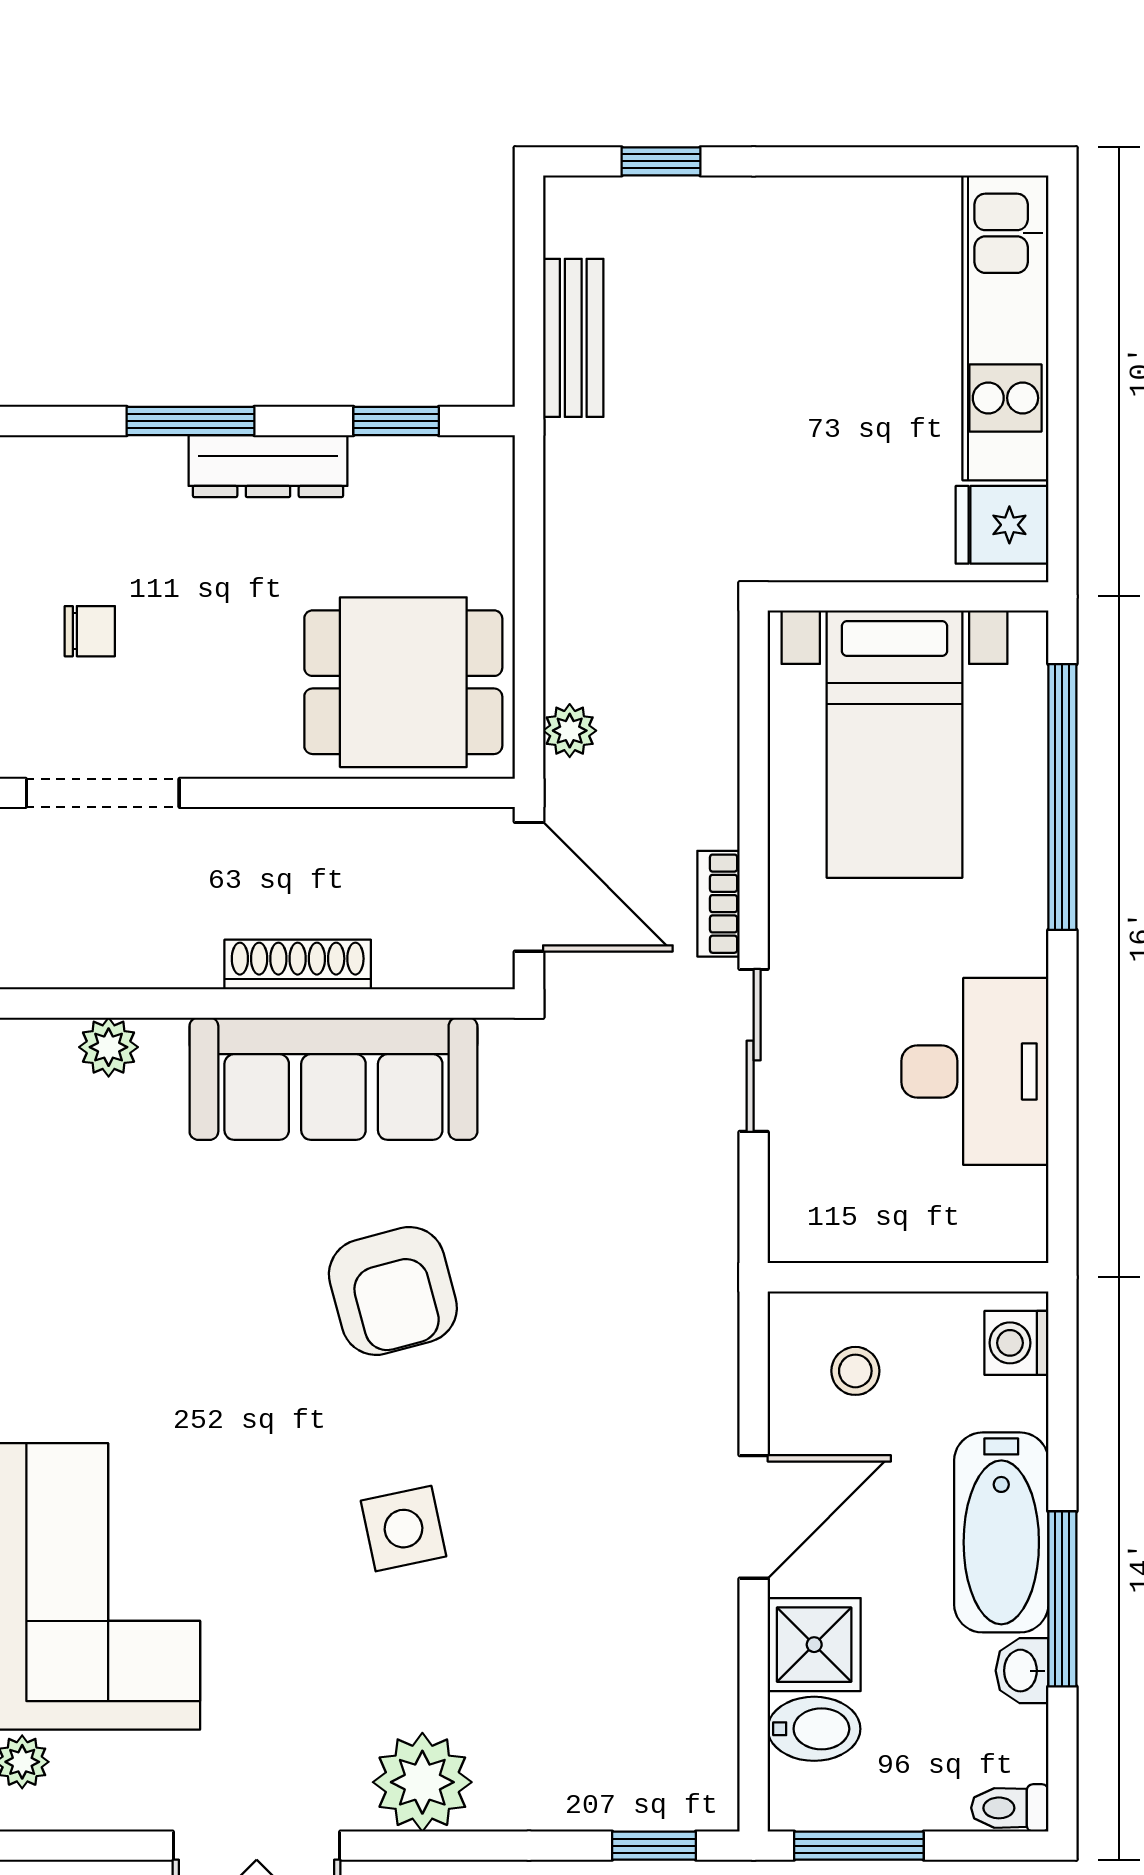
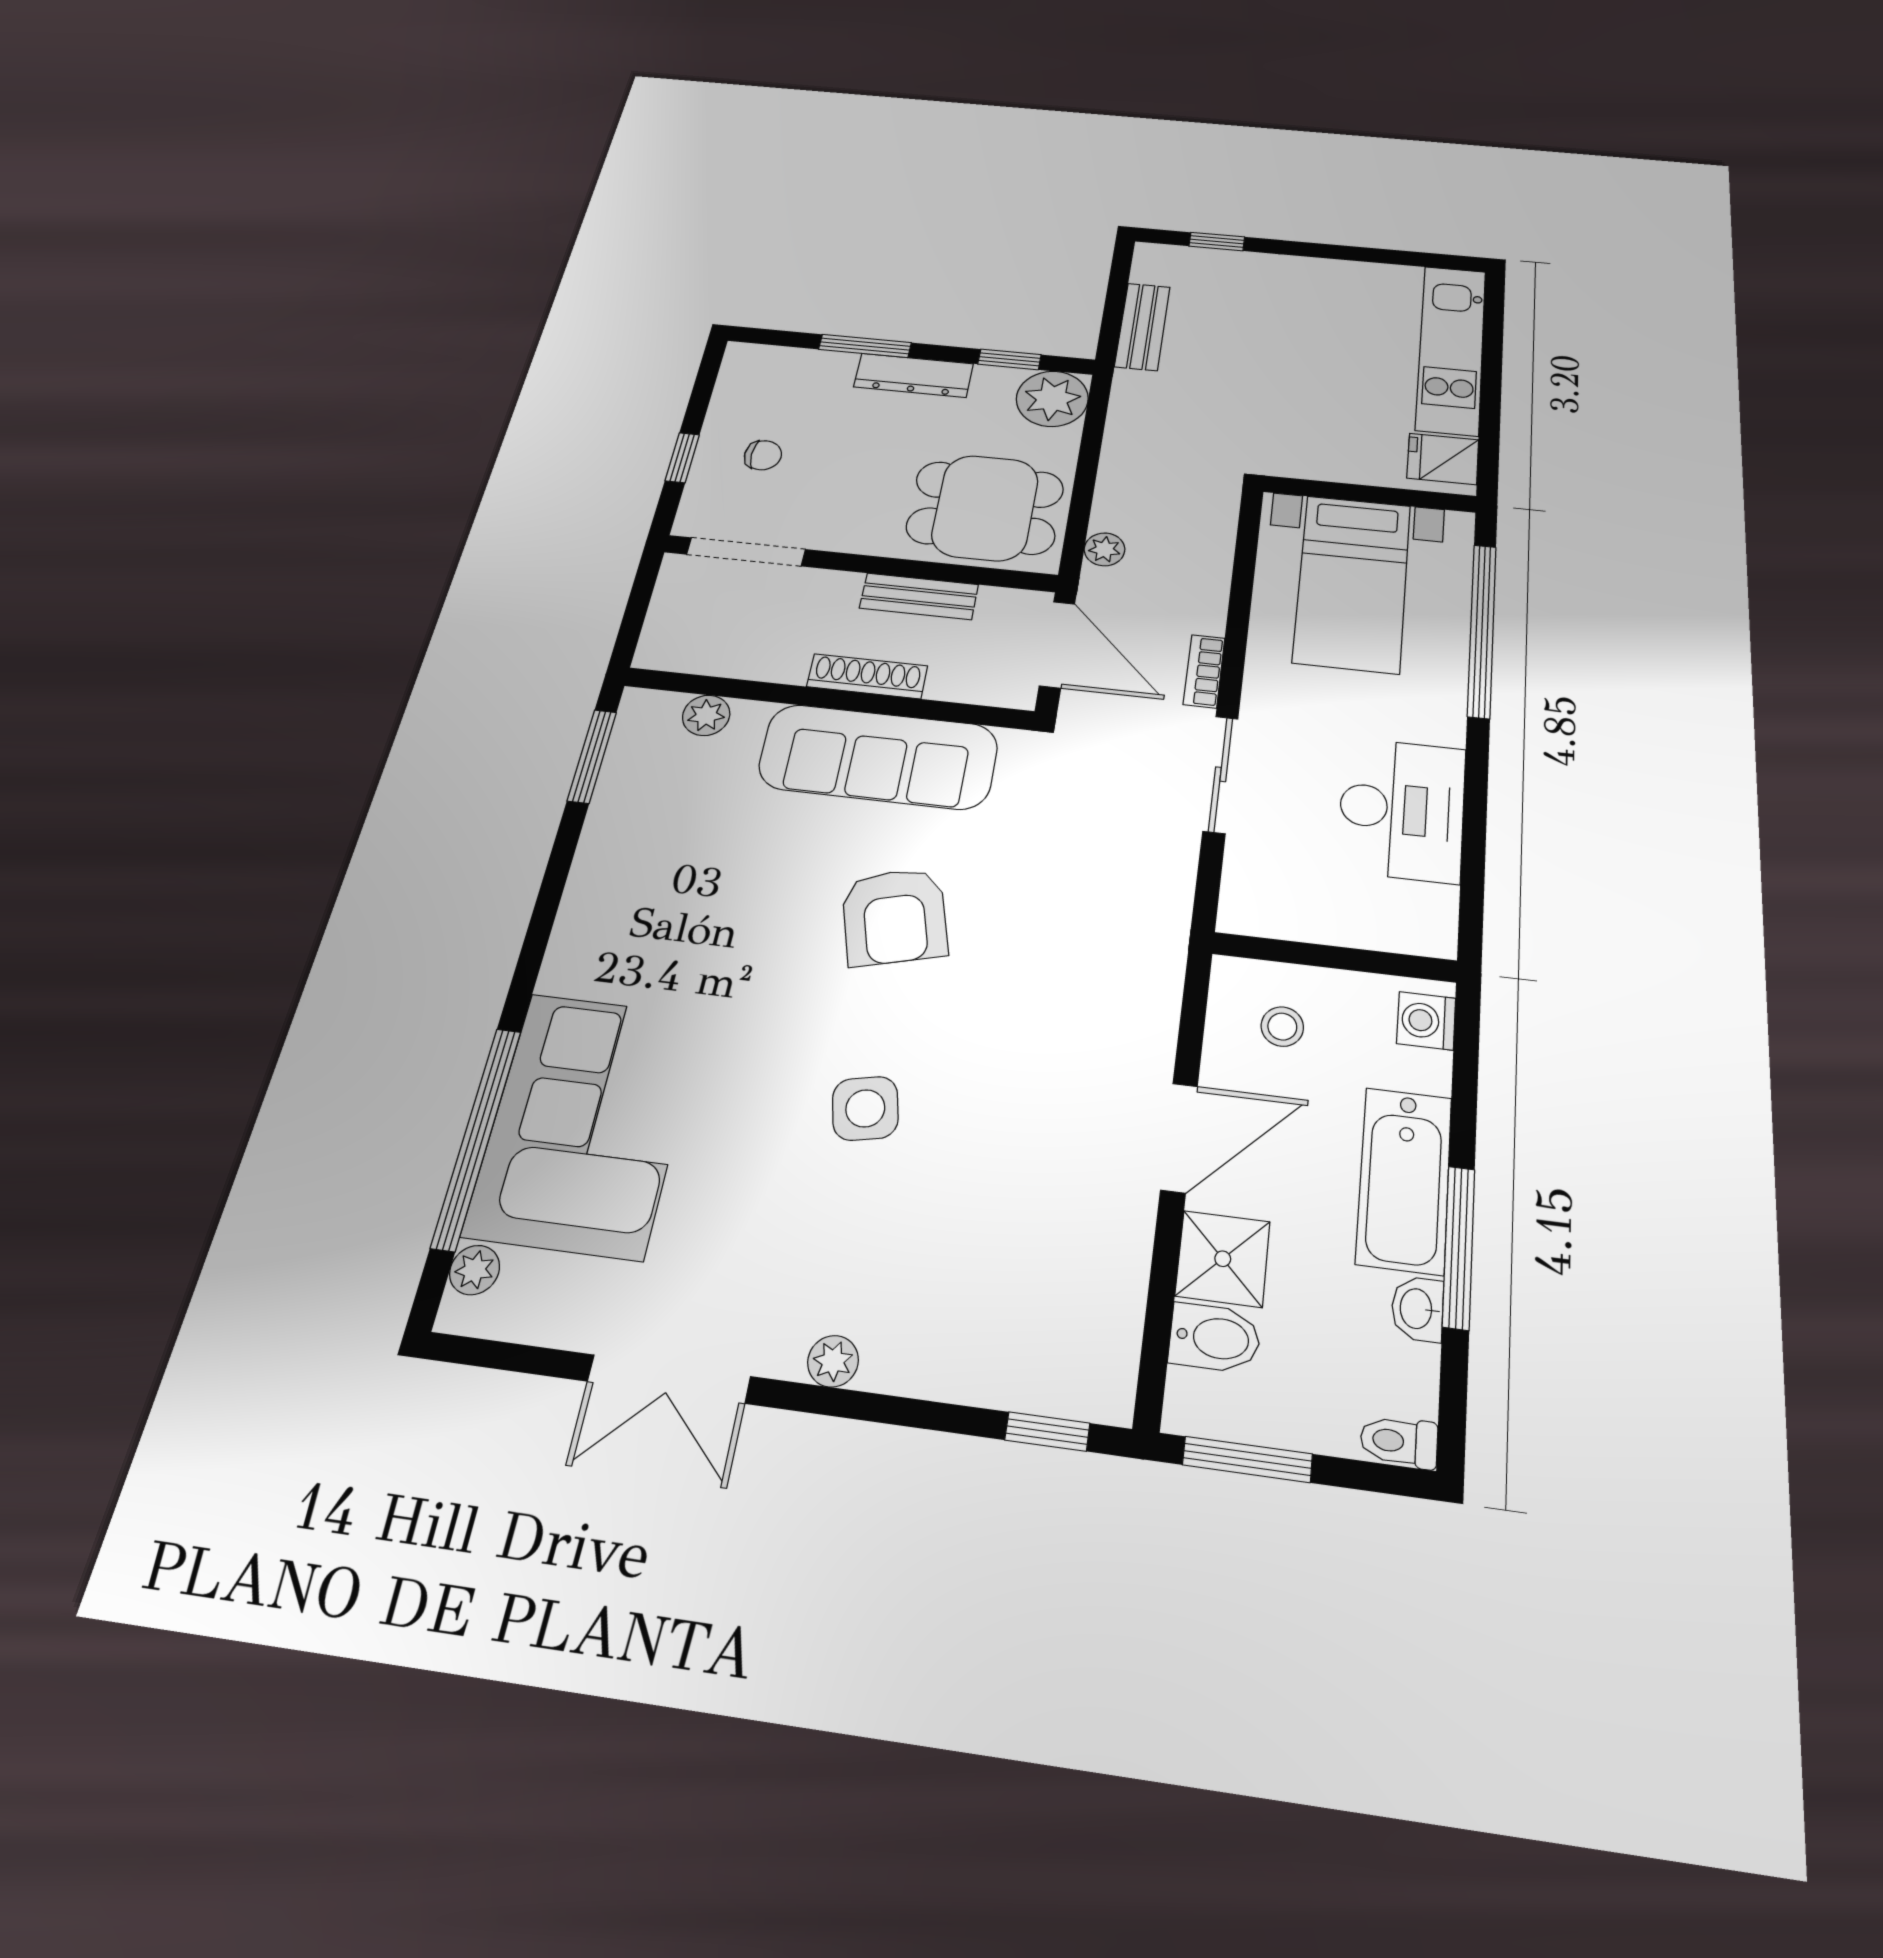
plant: (465, 485) -> (1052, 399), added
bench: (341, 835) -> (919, 596), added
plant: (422, 1782) -> (833, 1361), width x0.53, depth x0.53

